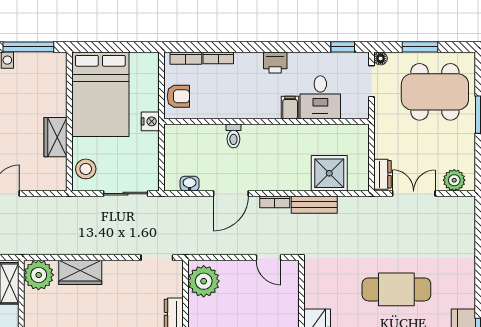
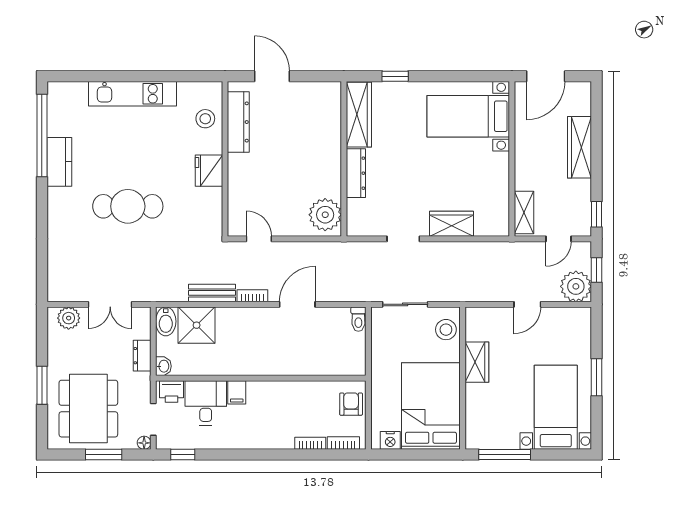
printer: (275, 62) -> (172, 391), moved, turned 180
dining table: (435, 92) -> (88, 409), turned 90
armchair: (178, 96) -> (351, 404), turned 90
nightstand: (150, 121) -> (390, 440), moved, turned -90
toilet: (233, 136) -> (358, 319), moved, turned 180
dresser: (382, 174) -> (142, 356), moved
bidet: (359, 177) -> (166, 321), added
washbasin: (190, 184) -> (163, 366), moved, turned -90
doorway: (157, 258) -> (403, 239), moved
plant: (39, 275) -> (494, 221), removed

